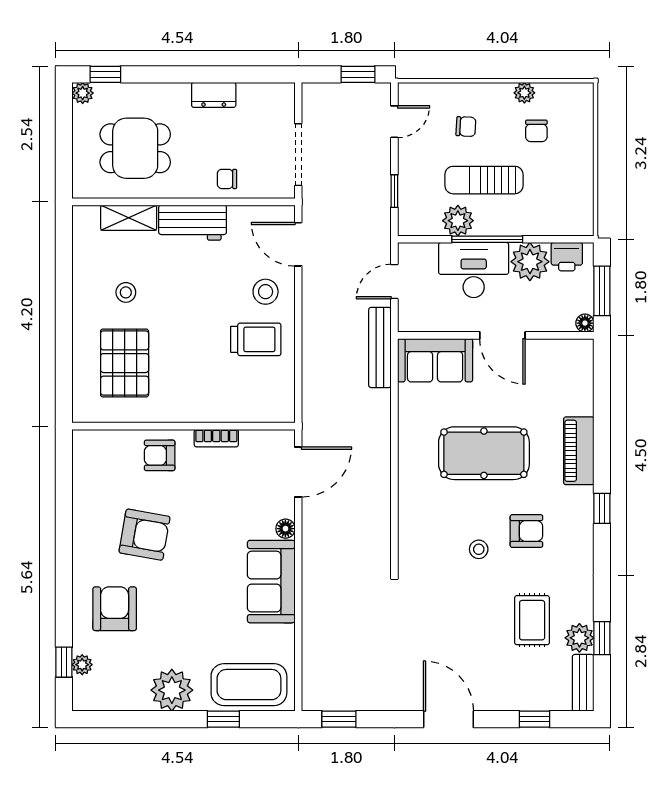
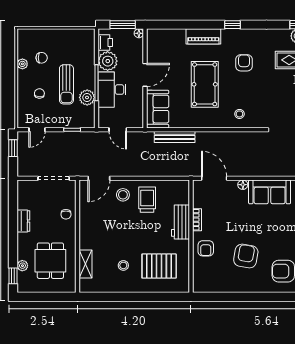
plant: (83, 93) -> (22, 266), moved
door: (394, 122) -> (37, 130), swing flipped
workbench: (193, 223) -> (180, 222), moved, turned 180
bench: (380, 347) -> (175, 137), moved
stool: (479, 549) -> (239, 114), moved

